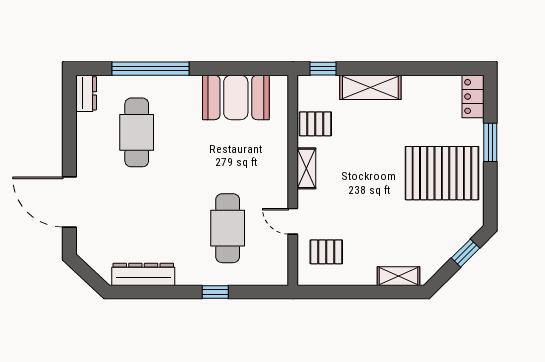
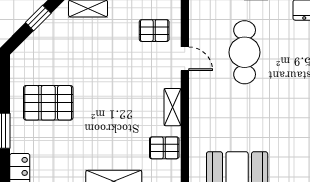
pallet: (442, 173) -> (48, 103), width x0.73, depth x0.71
window: (465, 253) -> (38, 18), moved

